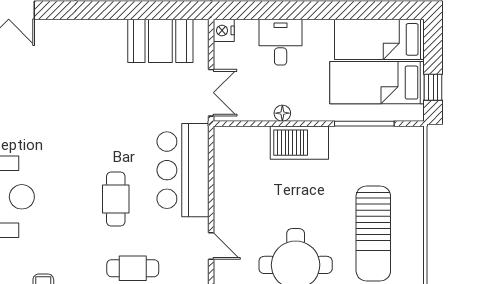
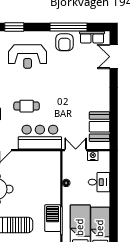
nightstand: (224, 30) -> (93, 156), moved
double door: (211, 93) -> (76, 150), swing flipped
barbecue: (299, 143) -> (53, 218), moved

